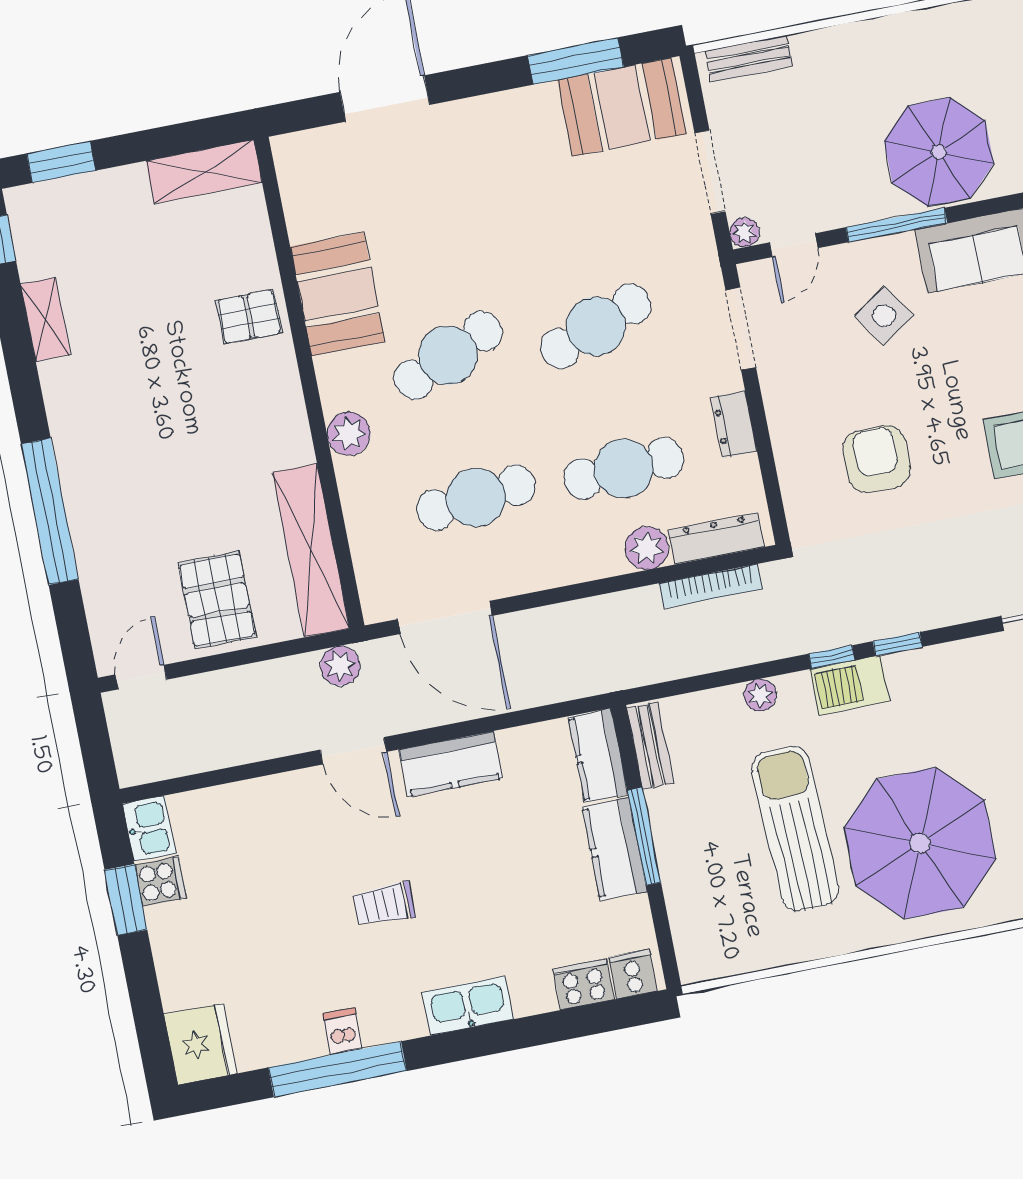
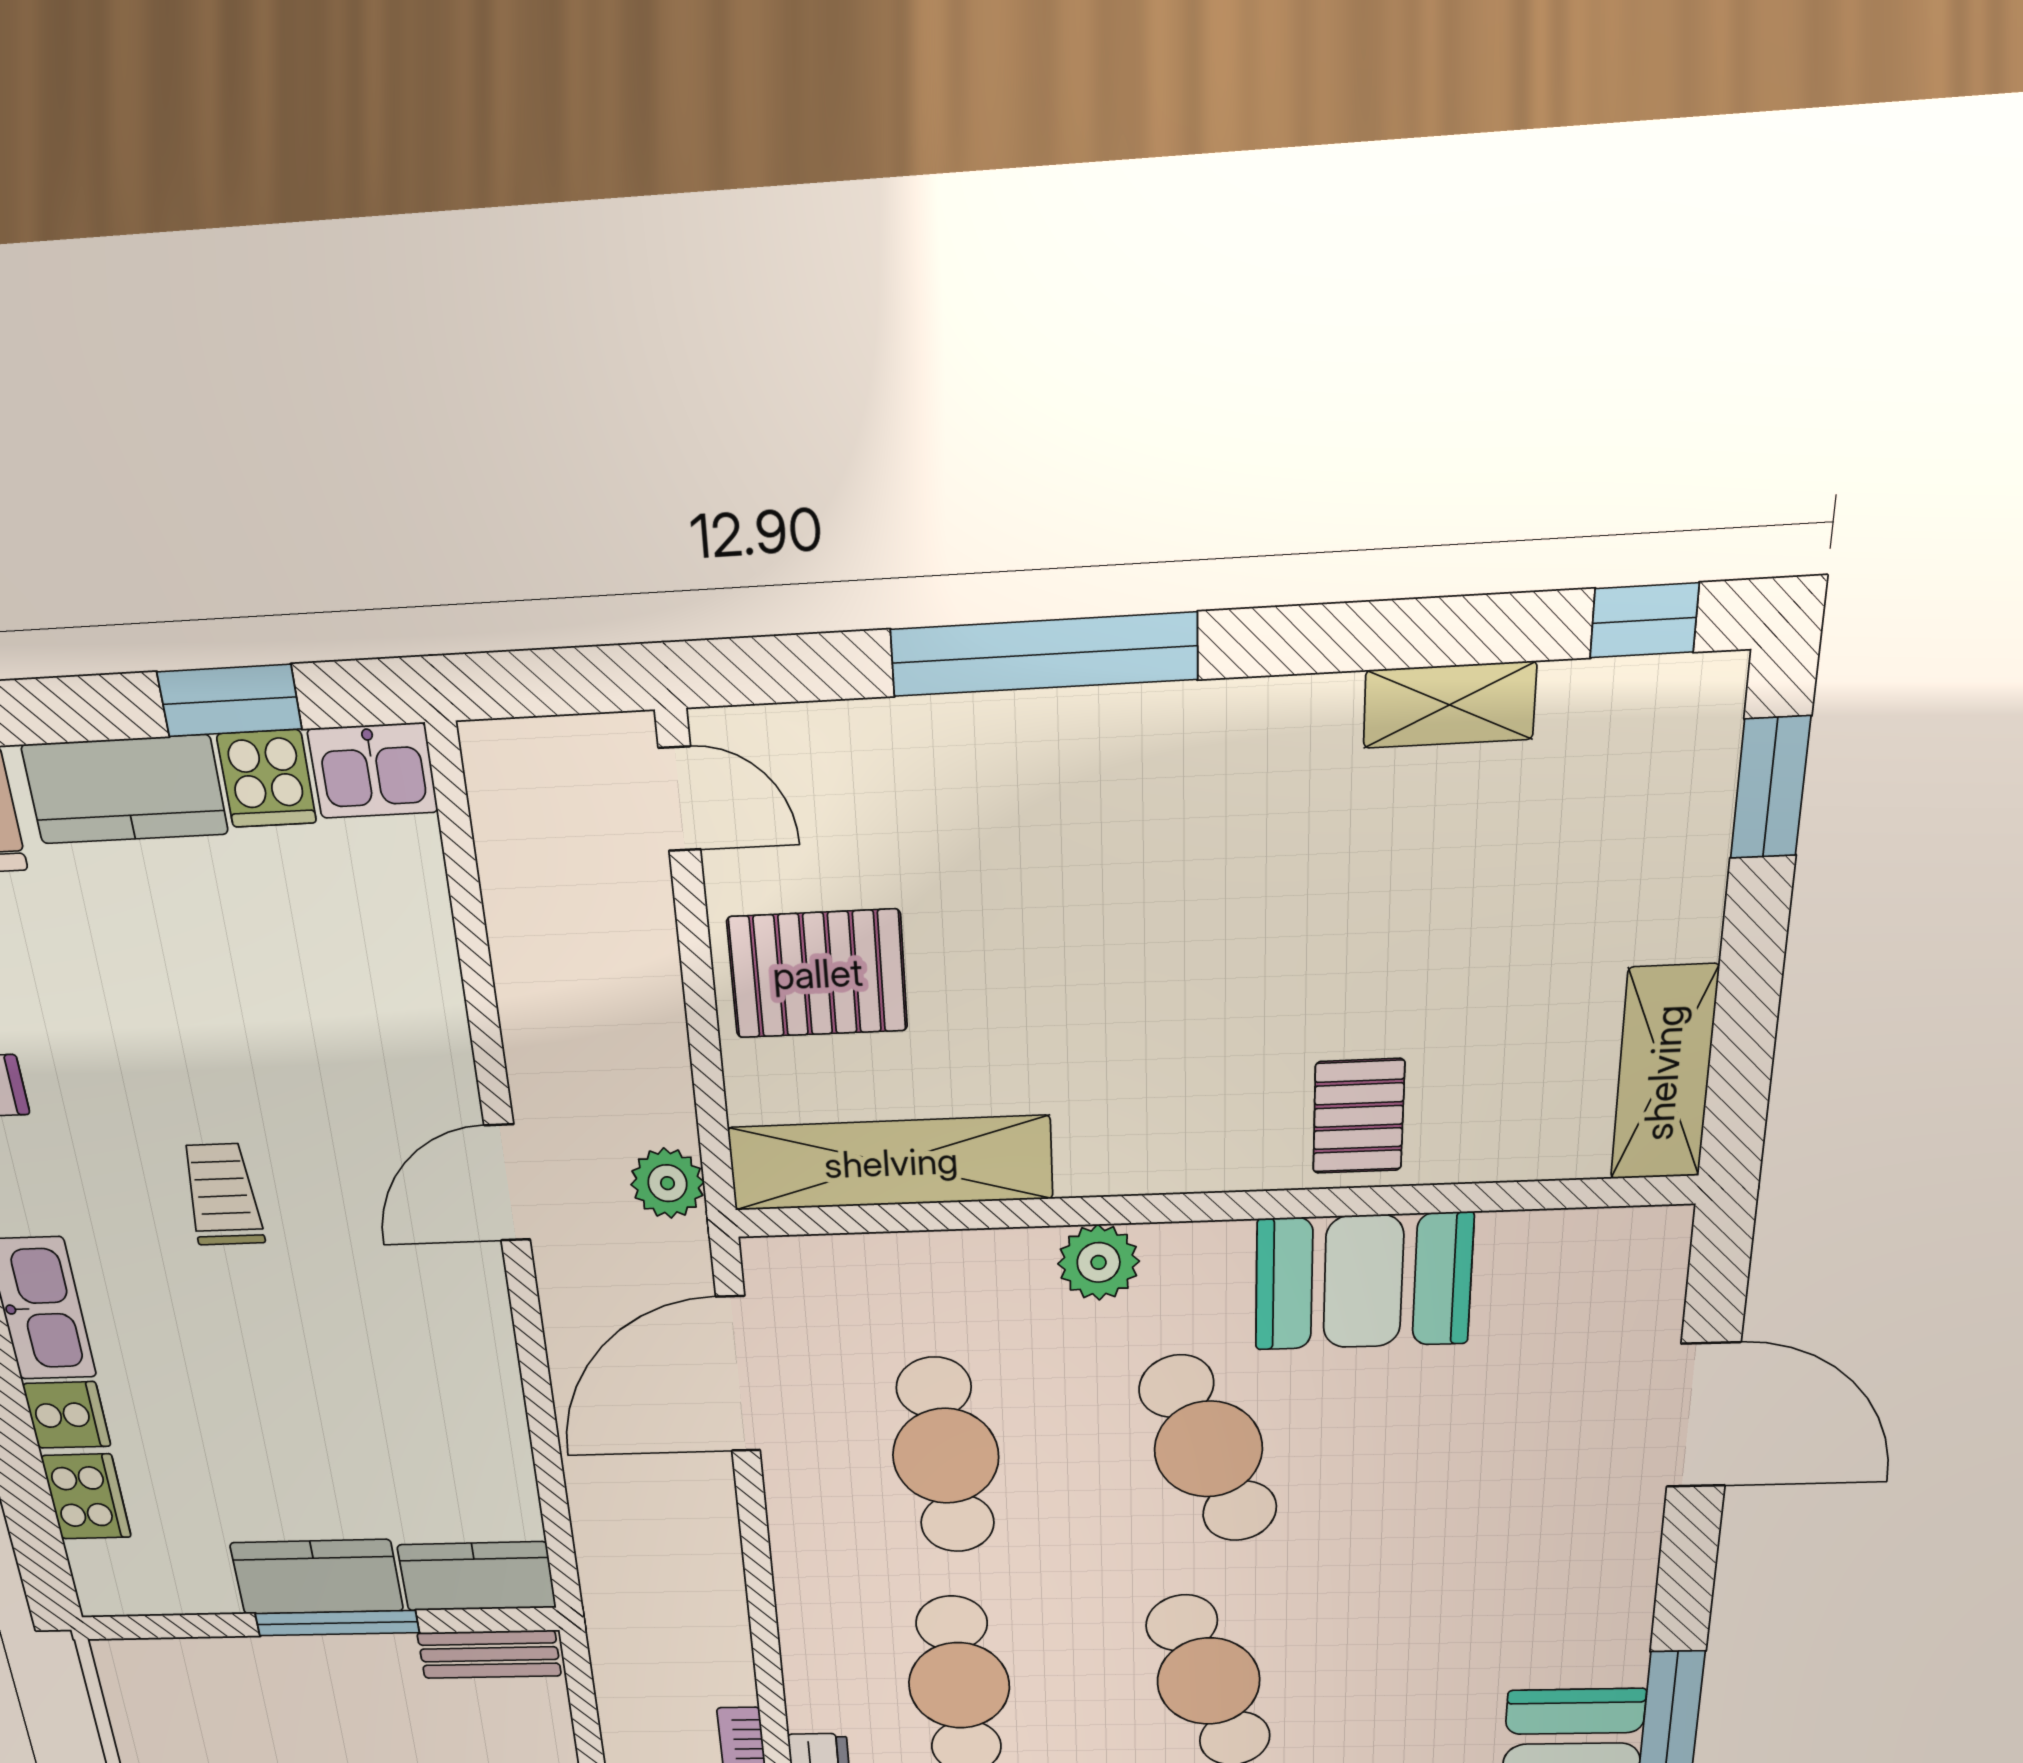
plant: (647, 548) -> (820, 1699), removed
kitchen counter: (451, 764) -> (125, 790), moved, turned -90
cooker: (633, 974) -> (67, 1415), moved

